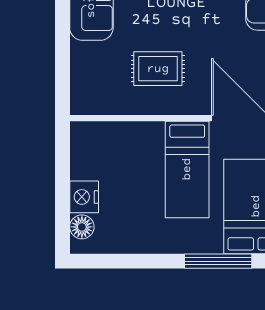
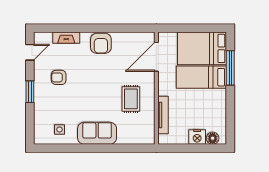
tv unit: (127, 131) -> (163, 115), added
bed: (187, 169) -> (201, 77), moved, turned 180

